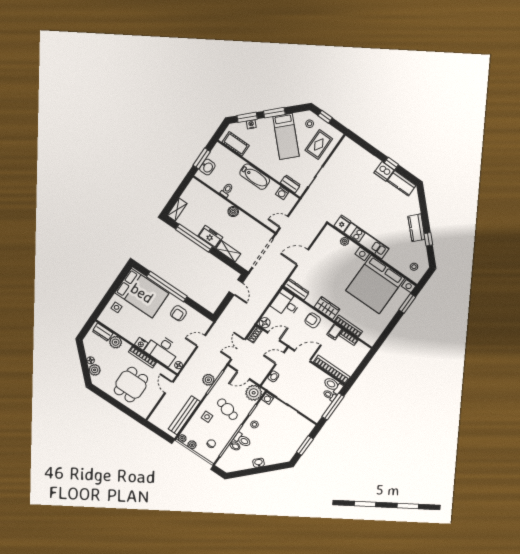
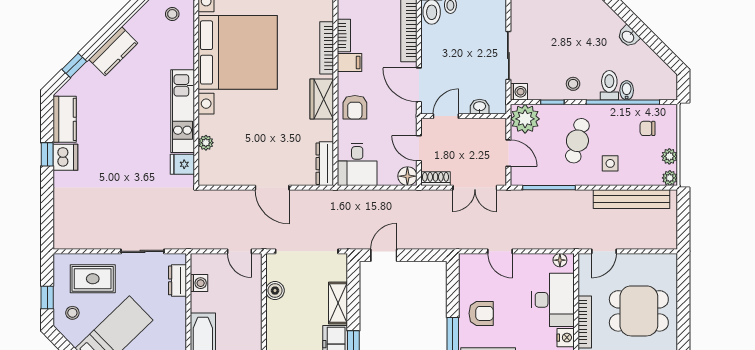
boiler: (233, 212) -> (275, 291), moved
window: (428, 239) -> (74, 65), moved
door: (280, 358) -> (446, 116), swing flipped
plant: (208, 380) -> (552, 200), removed

